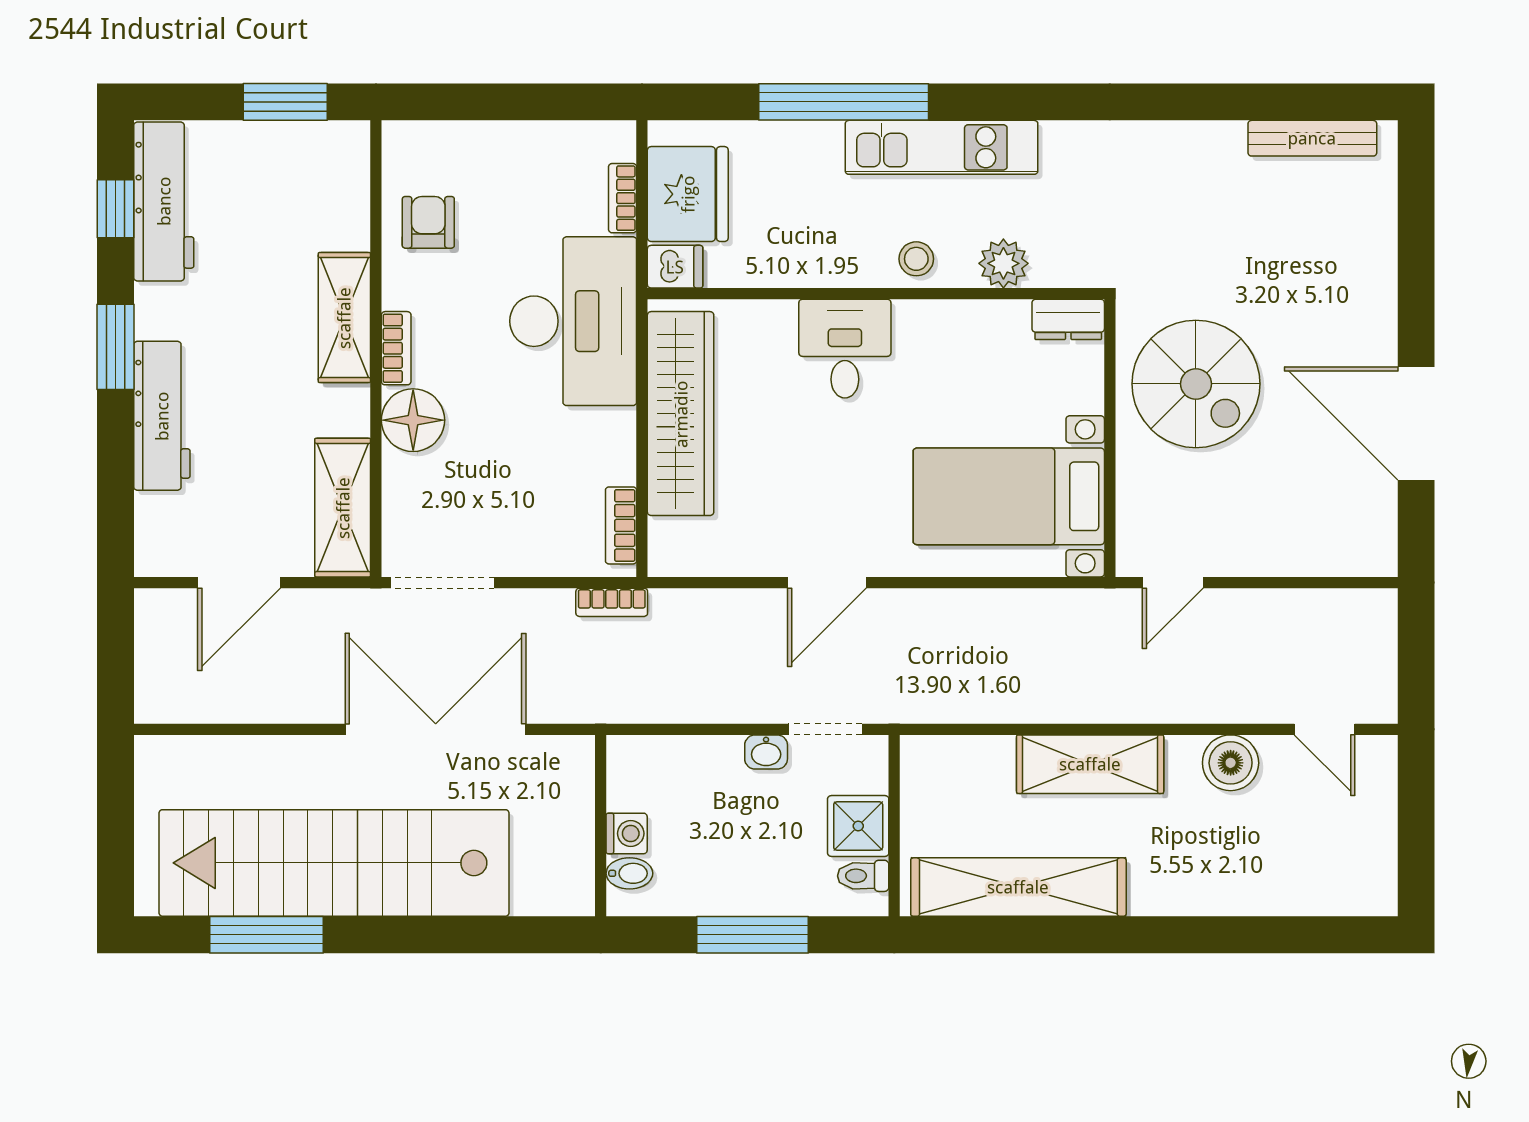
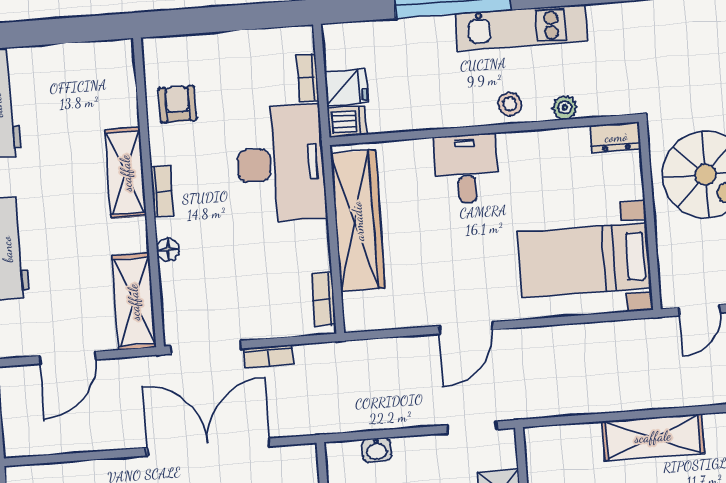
window: (285, 102) -> (75, 30), removed
fridge: (688, 194) -> (346, 87), width x0.53, depth x0.75
plant: (1003, 263) -> (565, 108), width x0.73, depth x0.73
floor lamp: (413, 420) -> (168, 250), width x0.53, depth x0.53
bookcase: (612, 602) -> (268, 356), moved
washbasin: (766, 752) -> (377, 450), moved

